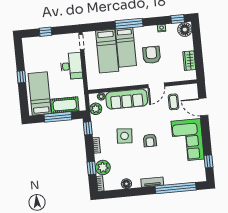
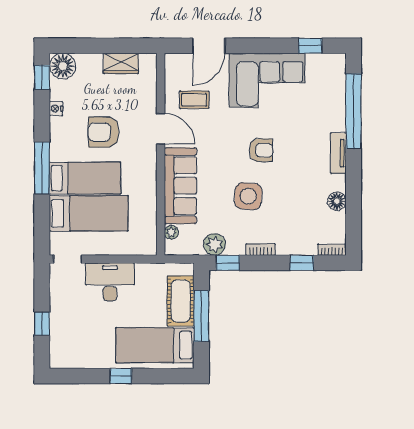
plant: (96, 109) -> (215, 244), moved
plant: (103, 167) -> (303, 242), removed

